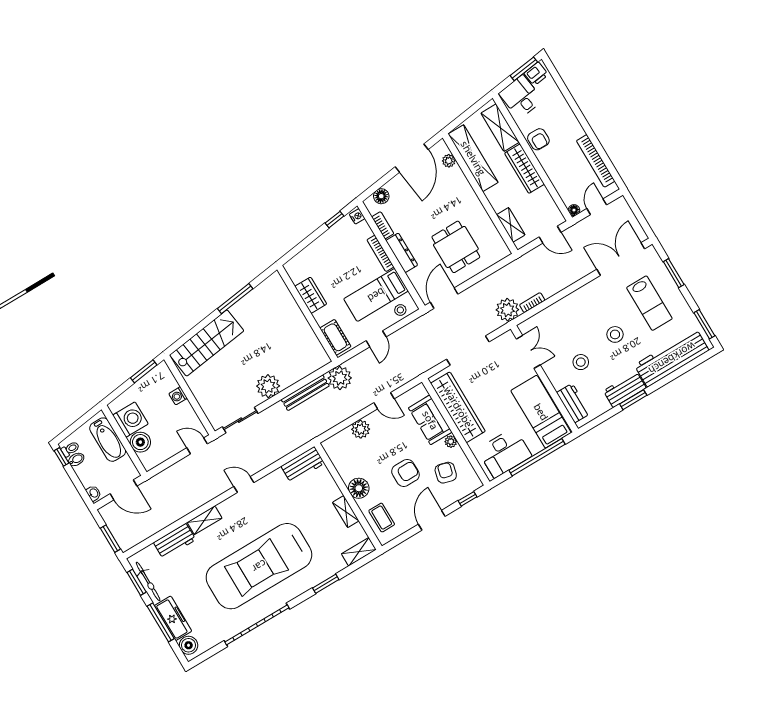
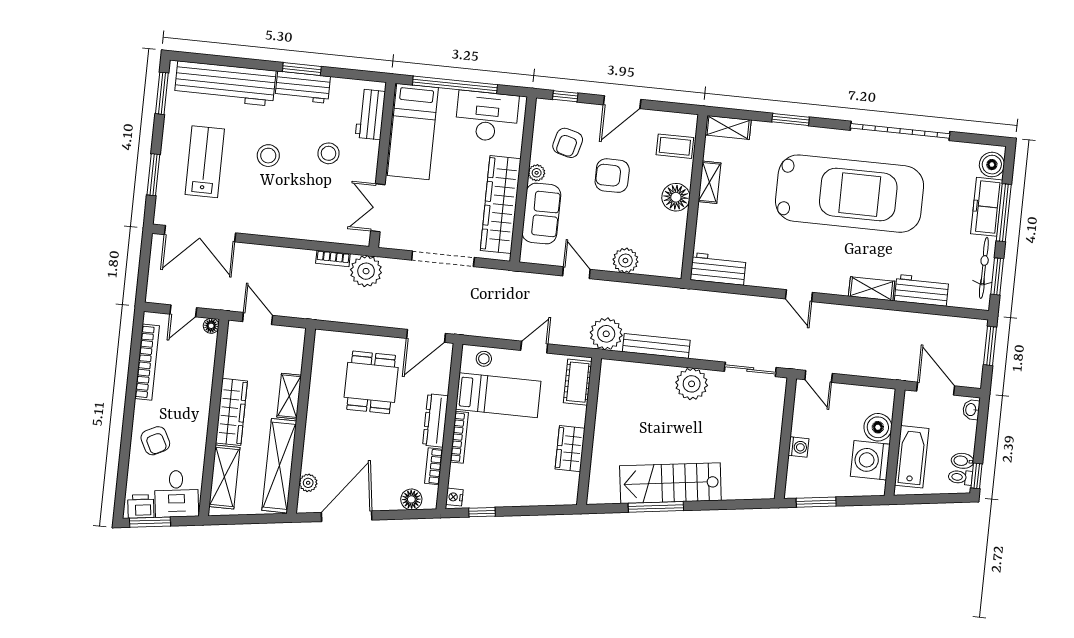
armchair: (538, 139) -> (155, 441), moved, turned 153
shelving: (511, 225) -> (289, 396), moved
stairs: (207, 343) -> (670, 483), moved
coffee table: (382, 518) -> (675, 146), turned 90

